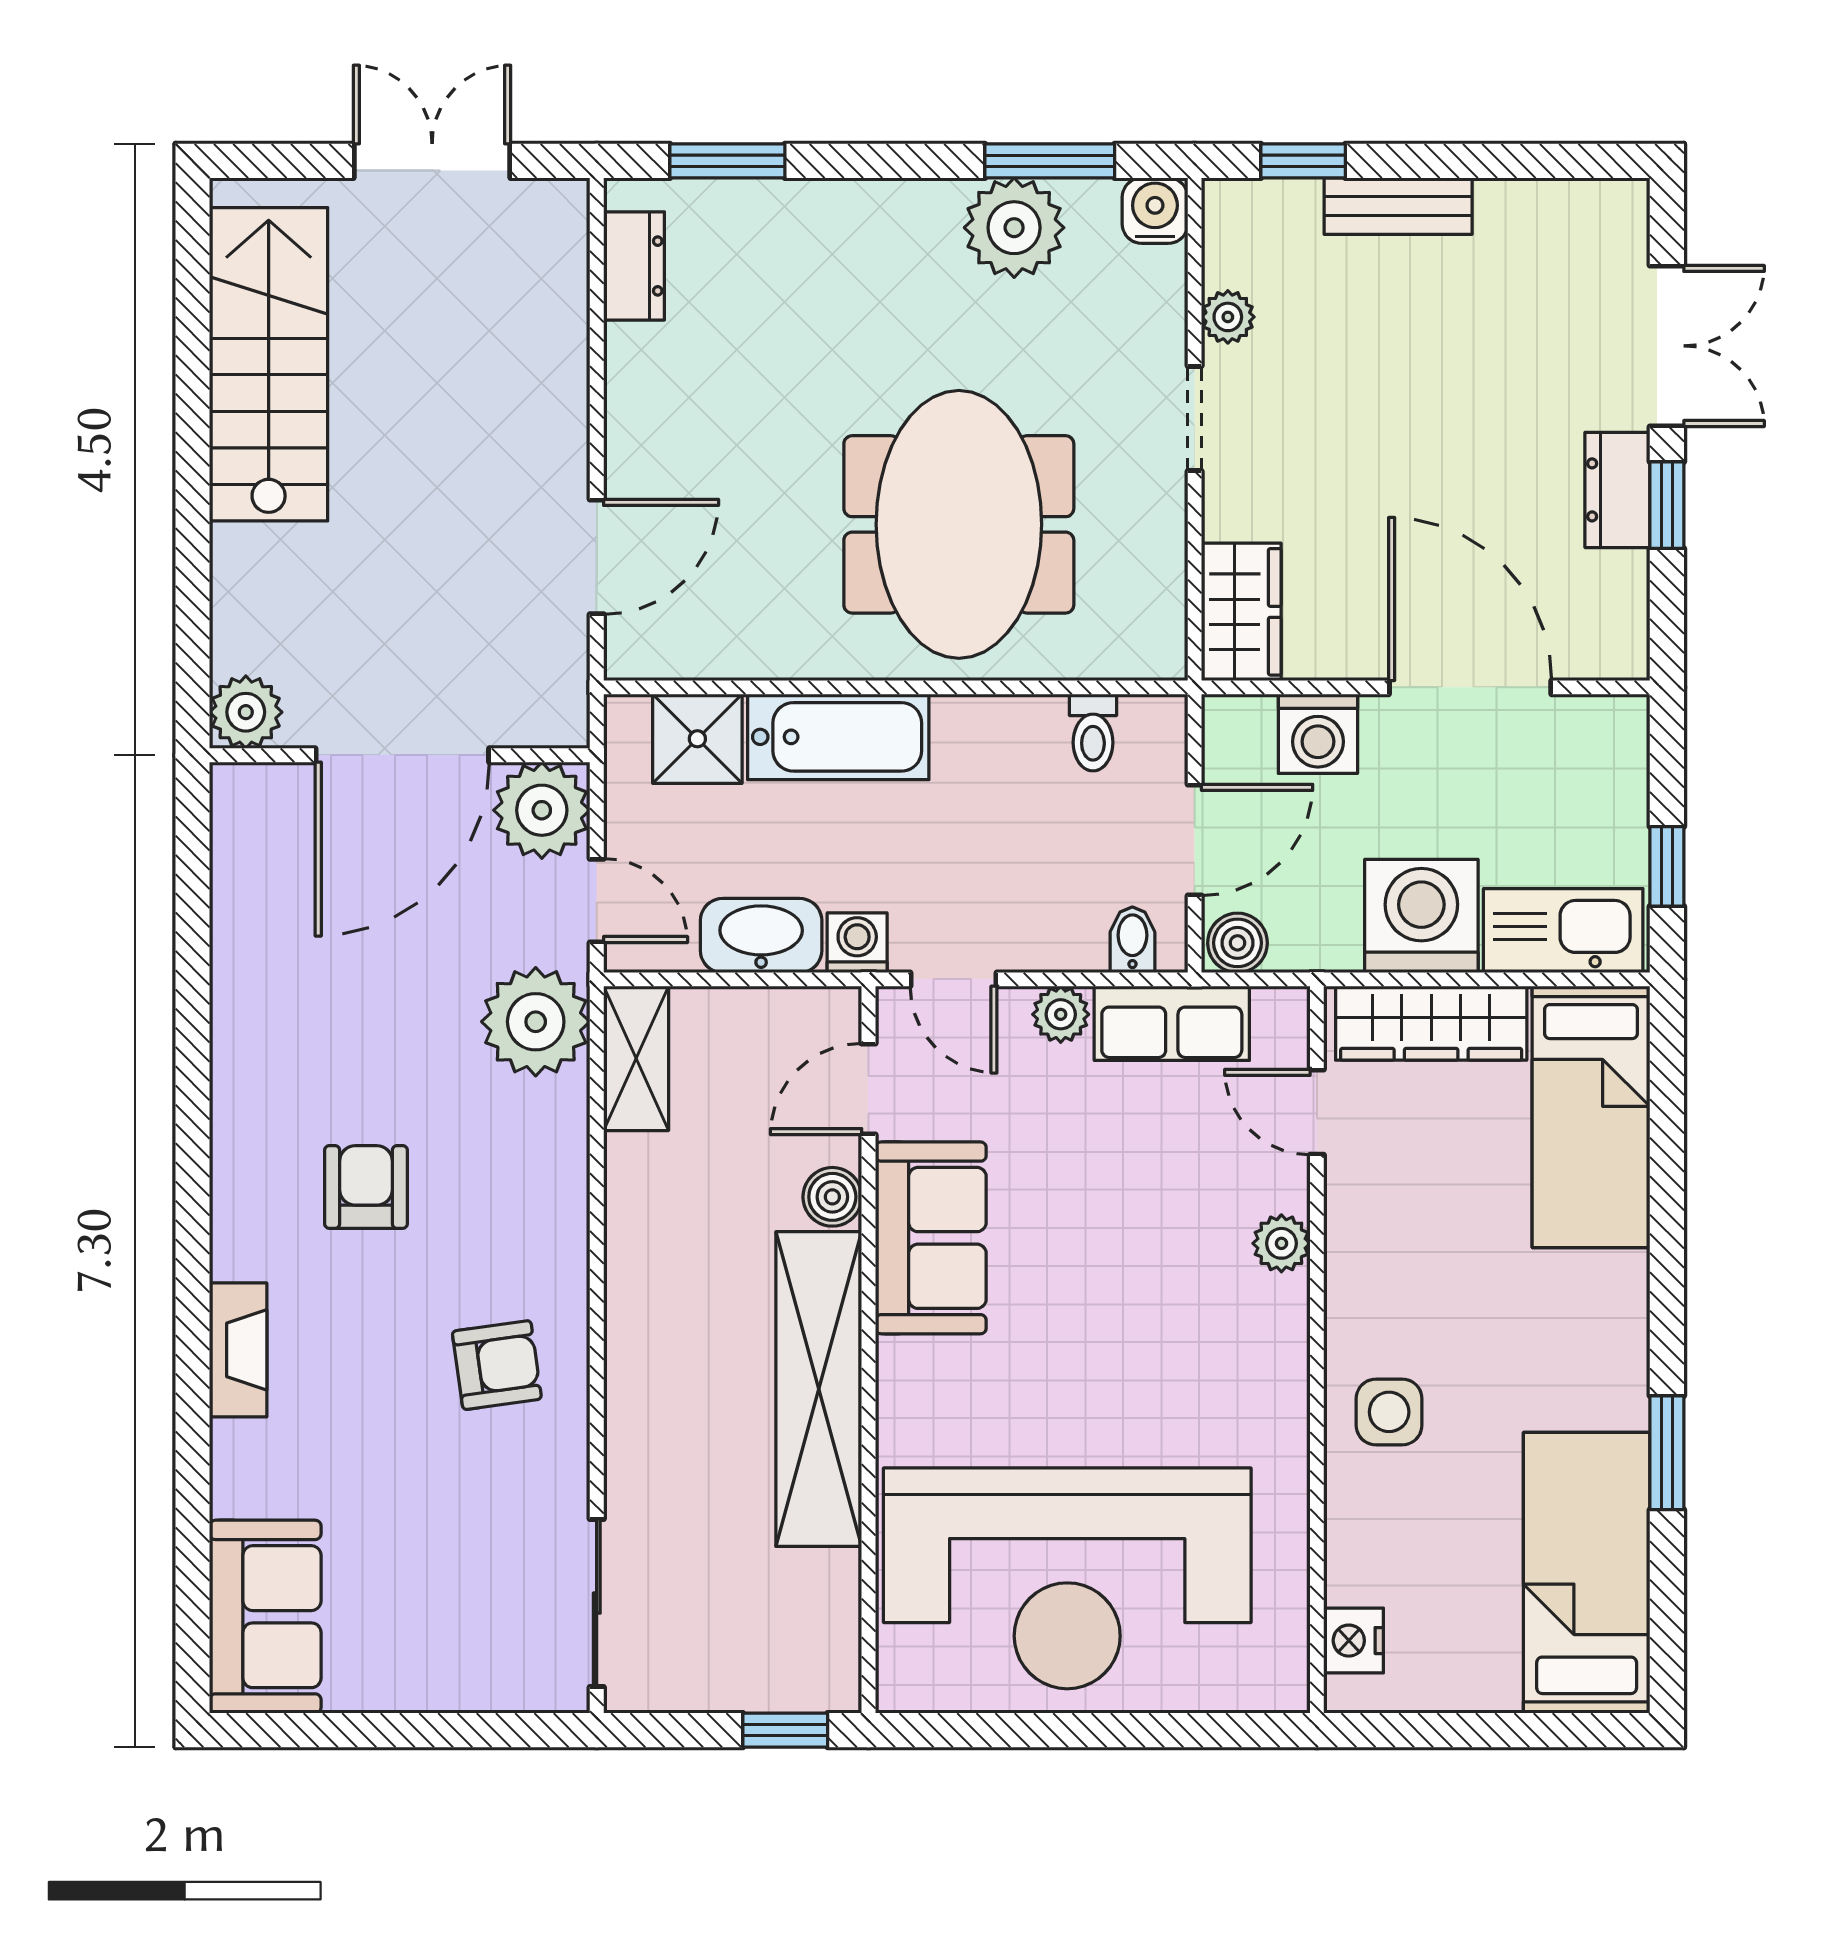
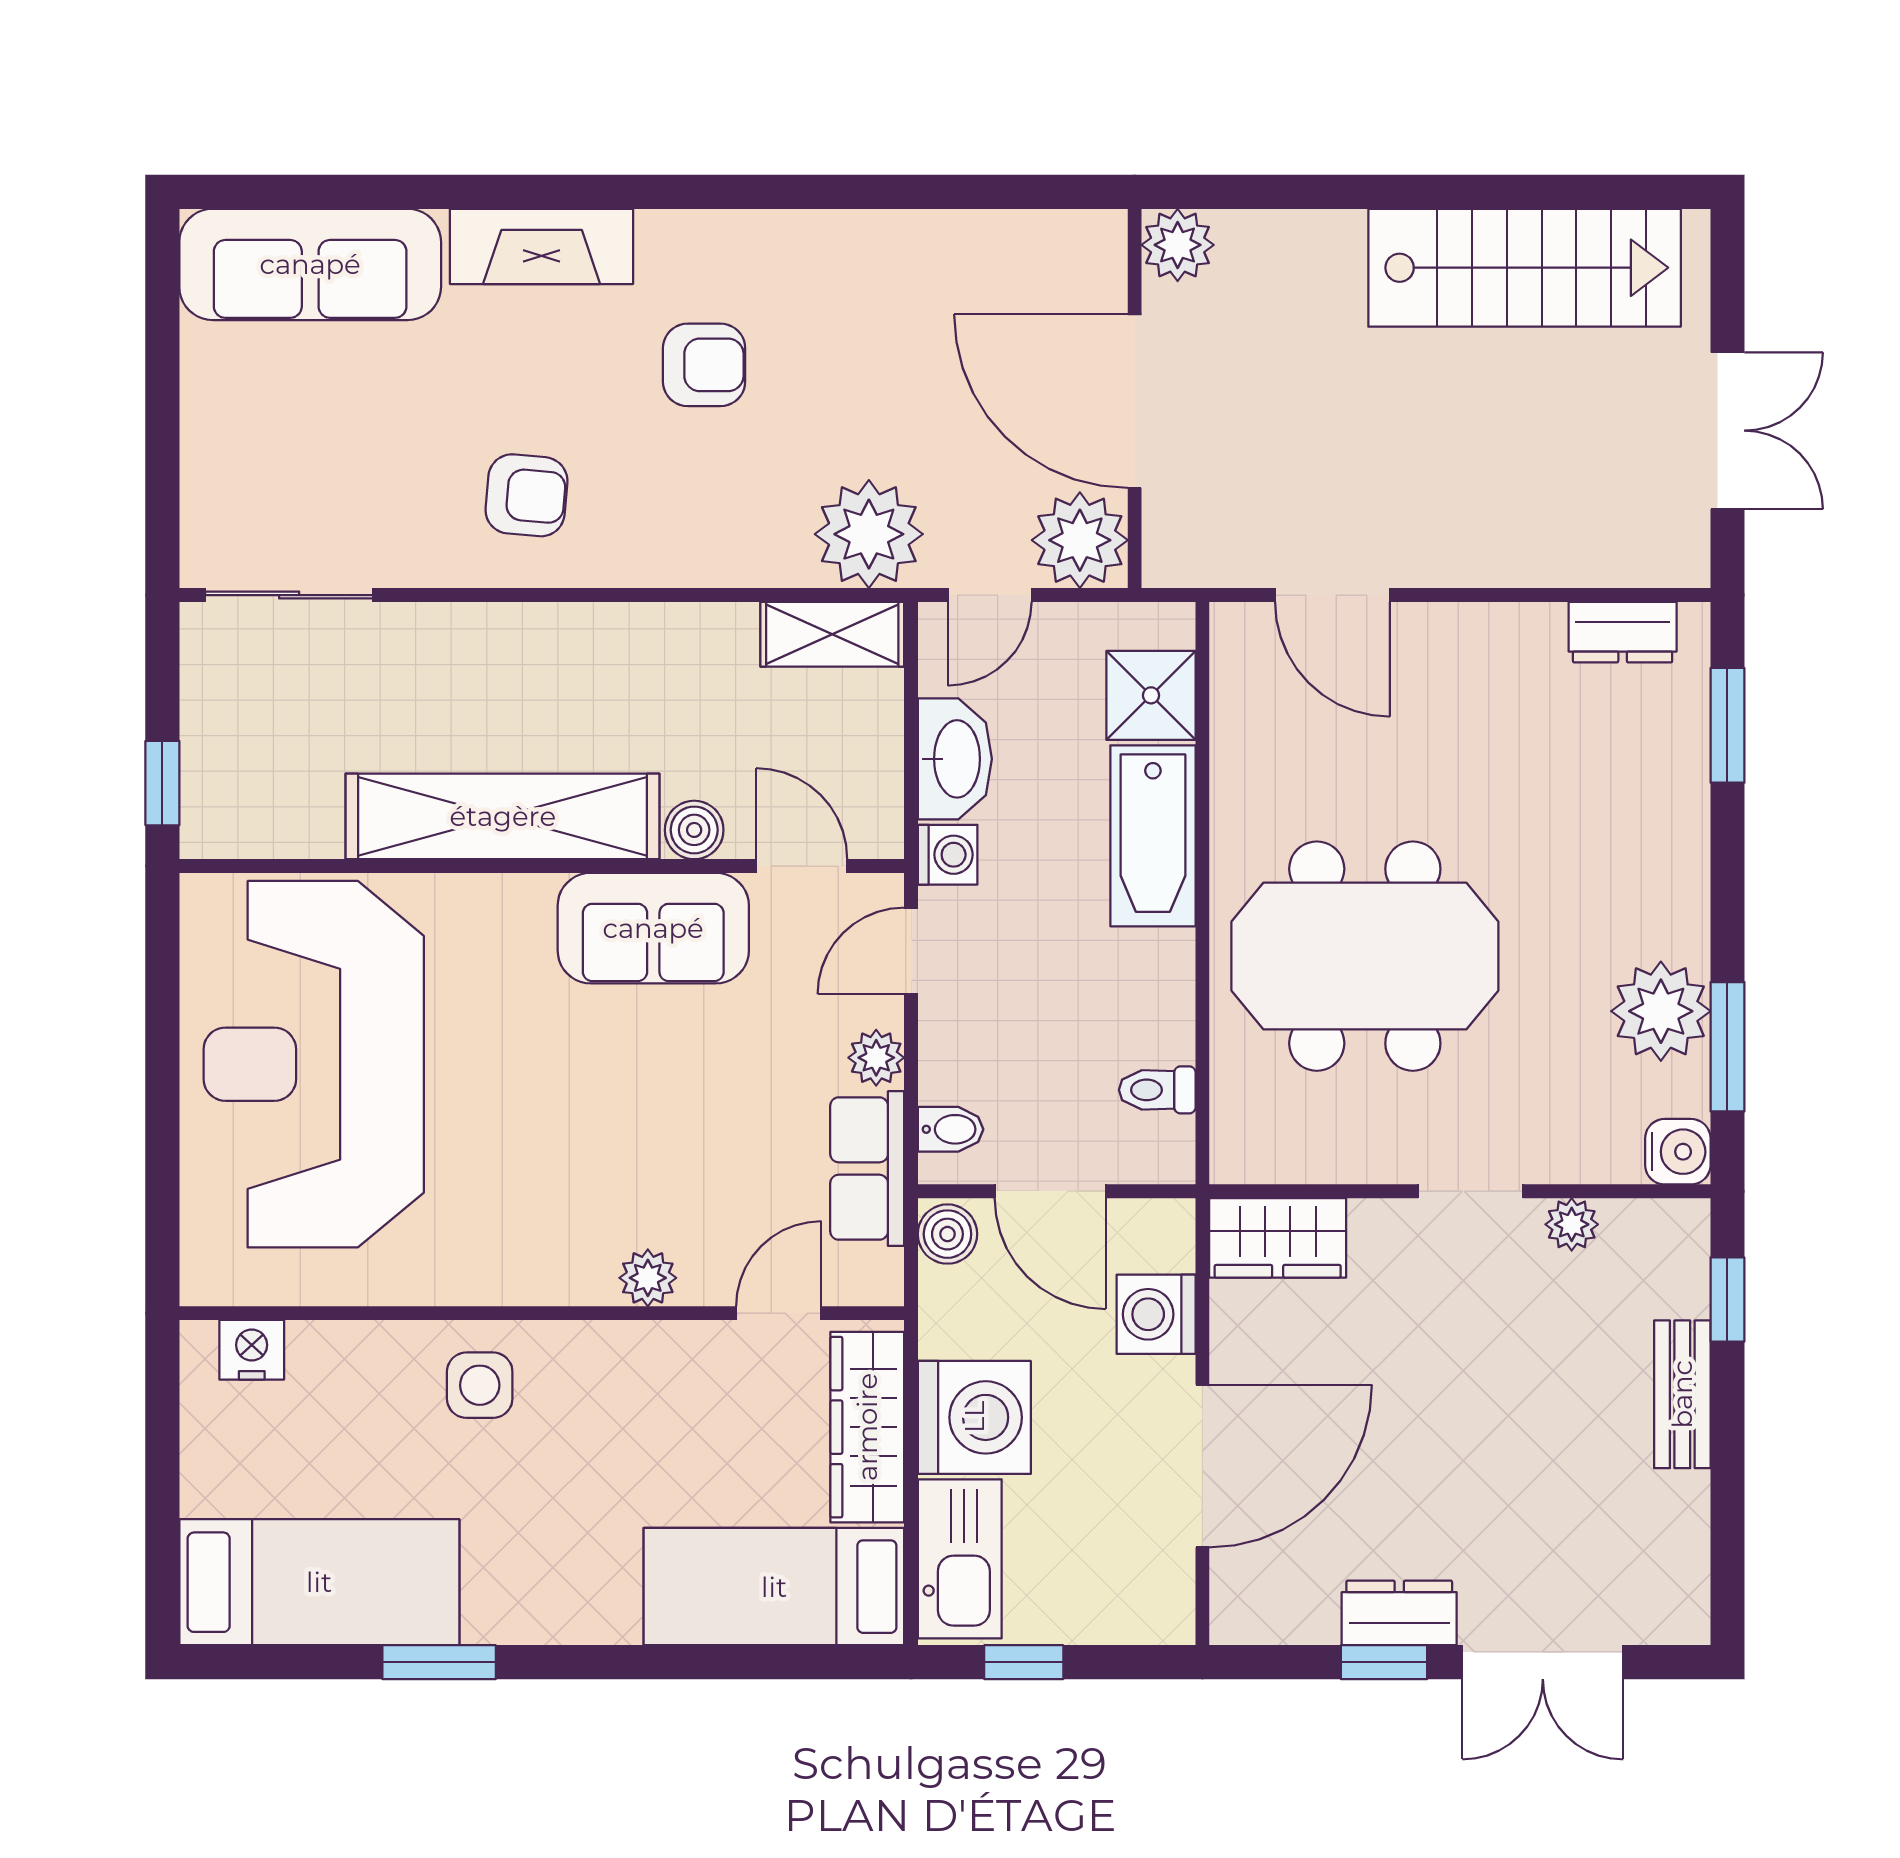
fireplace: (238, 1350) -> (542, 246), width x1.37, depth x1.32
armchair: (497, 1365) -> (526, 495), turned -77
sofa: (265, 1617) -> (310, 264), width x1.36

